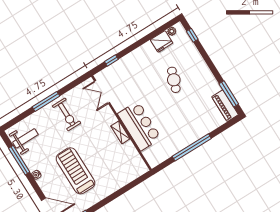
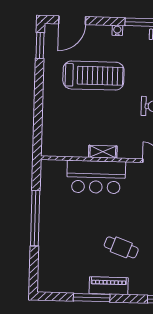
window: (229, 94) -> (92, 298), moved
piano: (225, 106) -> (109, 286), moved

